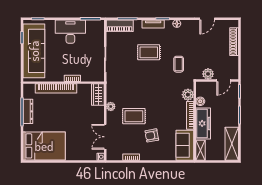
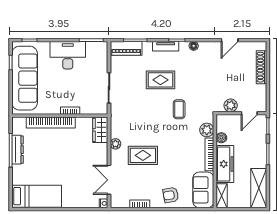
coffee table: (179, 64) -> (179, 109), moved
armchair: (152, 135) -> (171, 195), moved
bed: (44, 146) -> (37, 196), width x0.67

